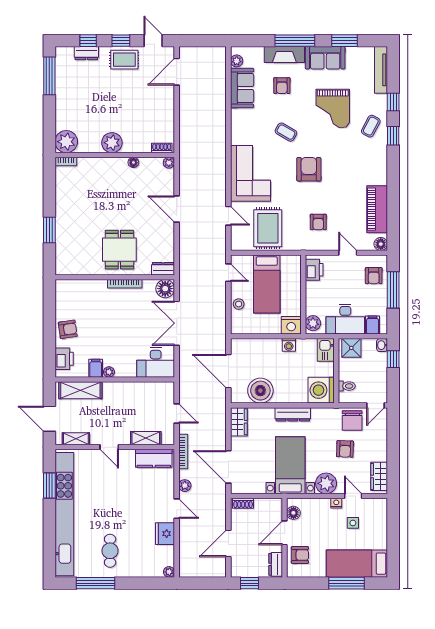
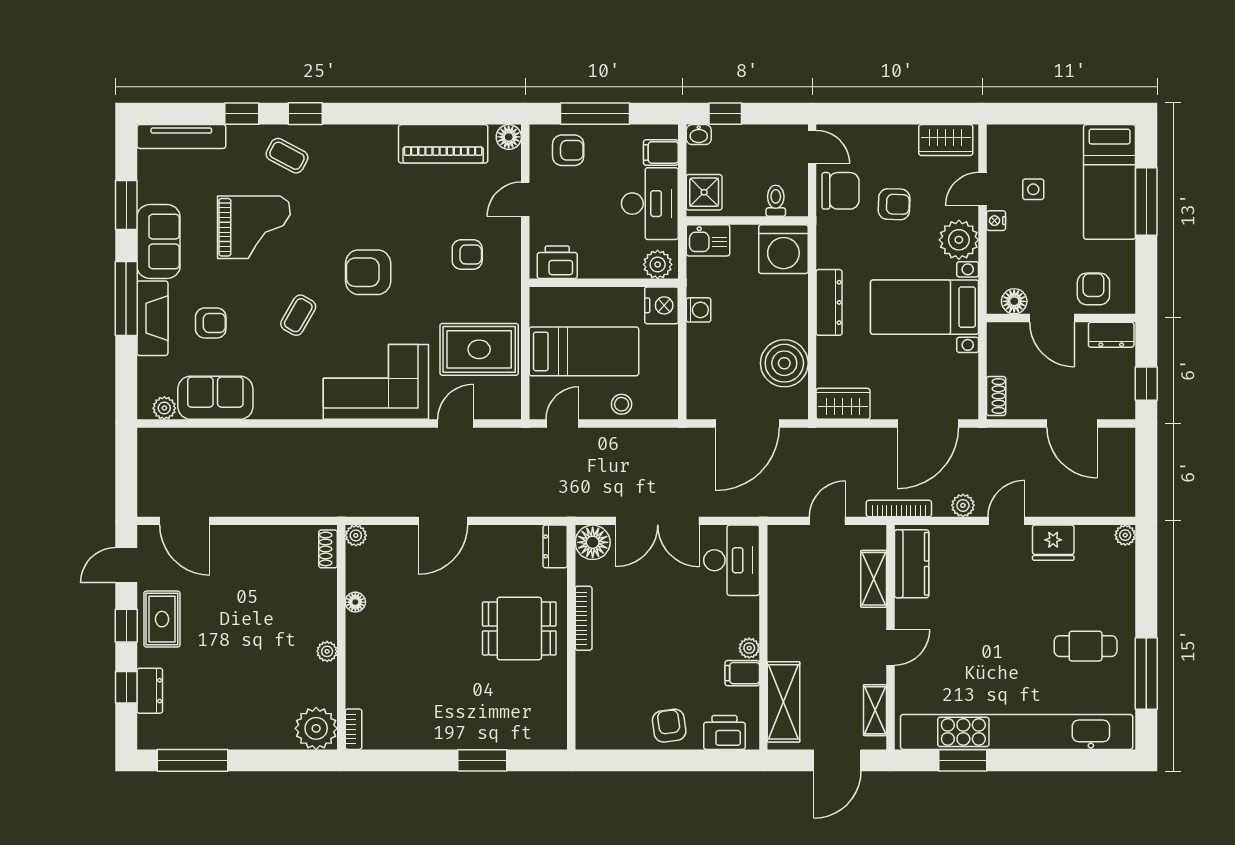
plant: (112, 143) -> (327, 651), width x0.53, depth x0.53

